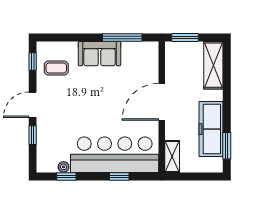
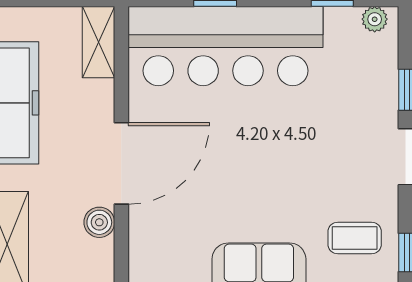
boiler: (172, 75) -> (99, 222), added
plant: (64, 167) -> (375, 19), moved

